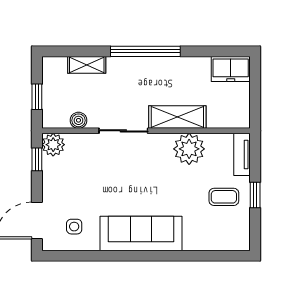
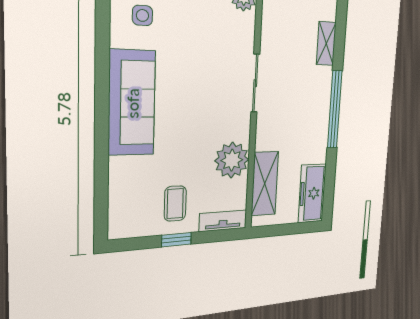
freezer: (231, 69) -> (312, 193), width x1.40
shelving: (177, 117) -> (265, 184), moved
boiler: (78, 120) -> (269, 30), removed

